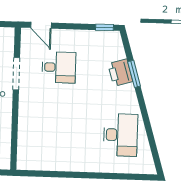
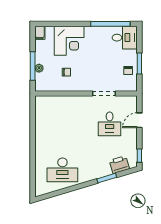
door: (41, 25) -> (139, 120), moved
printer: (120, 73) -> (119, 165), moved

